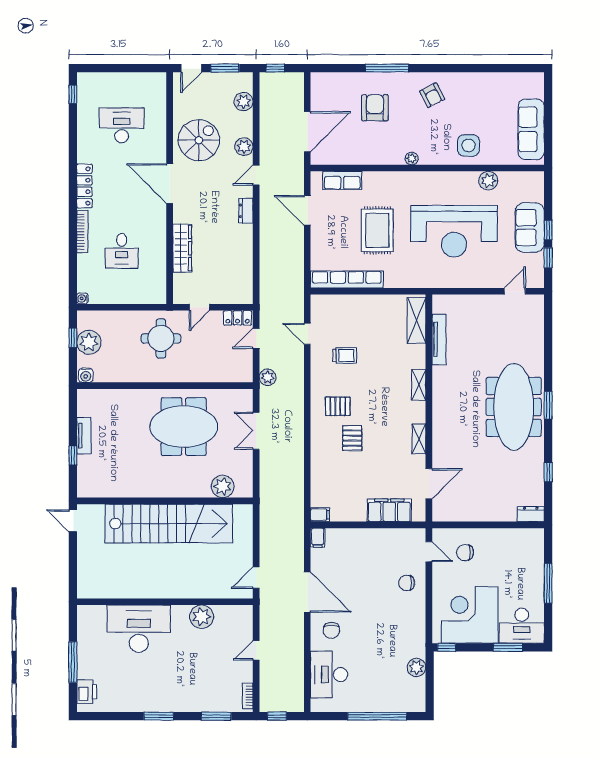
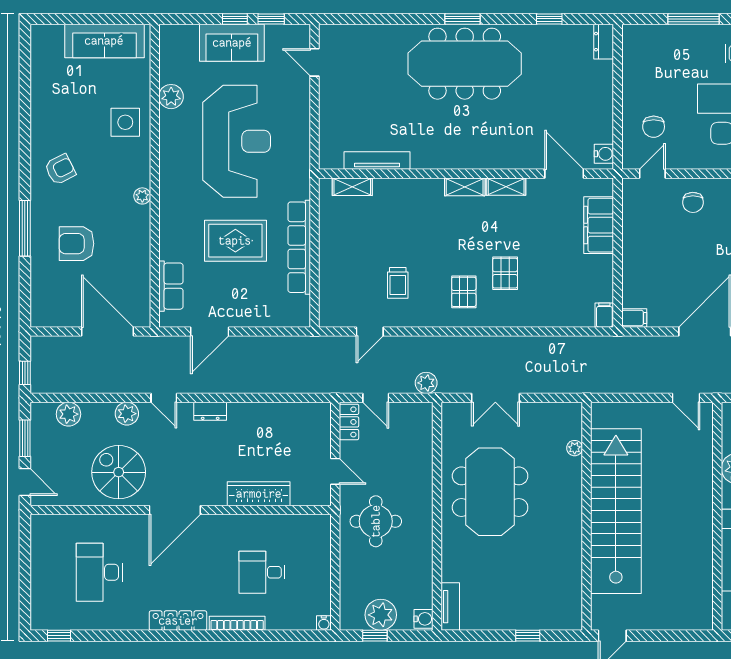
desk: (122, 251) -> (262, 572), turned 180
row of seats: (347, 279) -> (299, 247), moved
shelving: (416, 320) -> (352, 187), width x0.67, depth x0.75
trolley: (345, 355) -> (398, 283), turned 180
shelving: (419, 385) -> (465, 187), moved
tv unit: (84, 436) -> (450, 607), moved, turned 90
pallet: (352, 438) -> (505, 273), turned 90
plant: (223, 486) -> (575, 448), width x0.53, depth x0.53
water cooler: (444, 514) -> (604, 154), added

